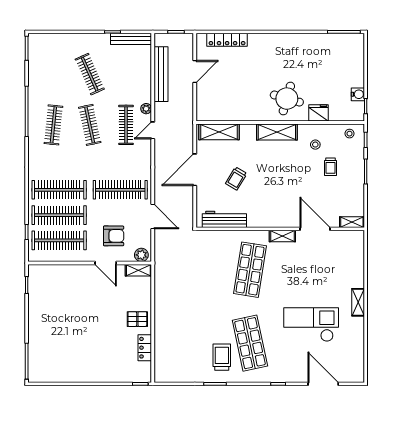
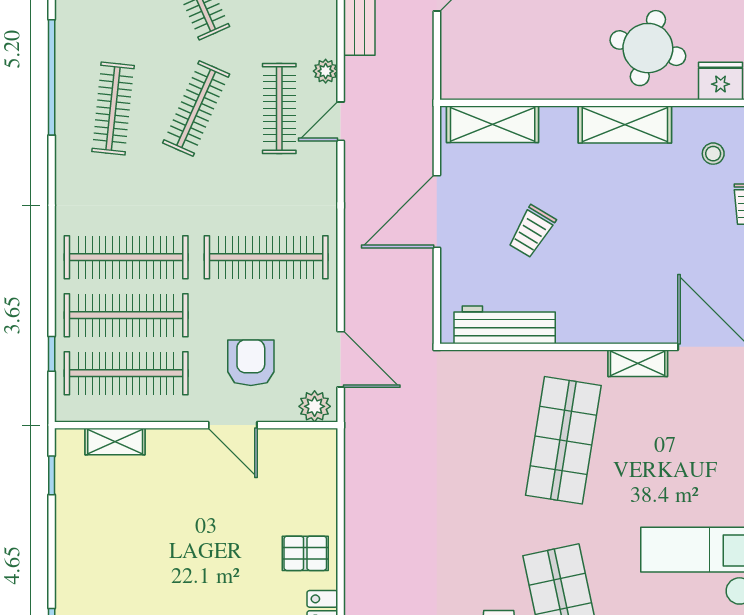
clothes rail: (90, 125) -> (196, 108), turned 36
door: (153, 217) -> (341, 359), moved
armchair: (114, 236) -> (251, 363), turned -90
shelving: (138, 270) -> (115, 442), moved

